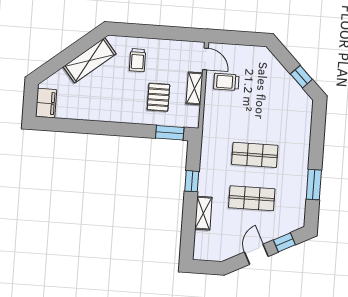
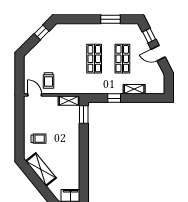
door: (205, 59) -> (35, 95), hinge flipped
shelving: (194, 88) -> (69, 101), moved
pallet: (158, 97) -> (61, 123), removed

